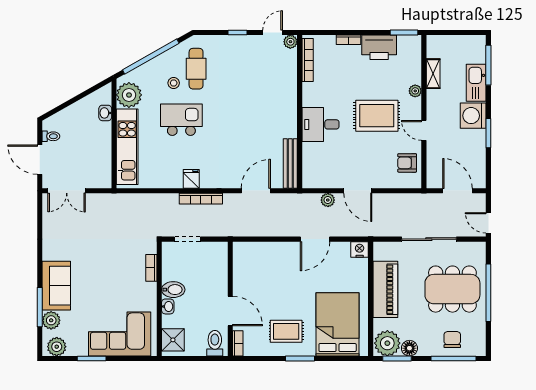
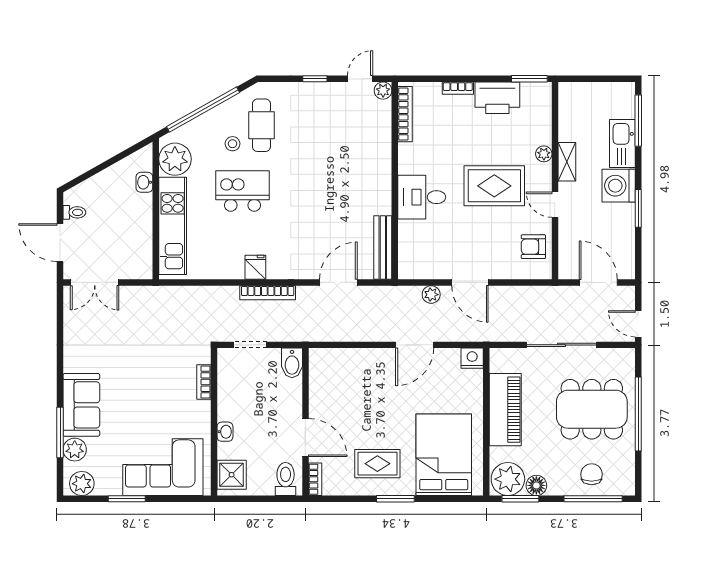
shelving: (433, 74) -> (567, 162), moved
bidet: (173, 290) -> (292, 363), moved, turned 90

